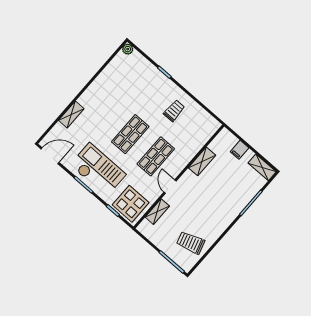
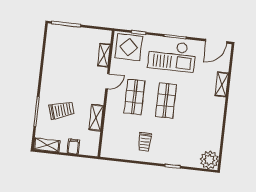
plant: (128, 49) -> (209, 160), width x1.88, depth x1.88
door: (170, 187) -> (107, 81), hinge flipped
trolley: (191, 243) -> (62, 110), moved

